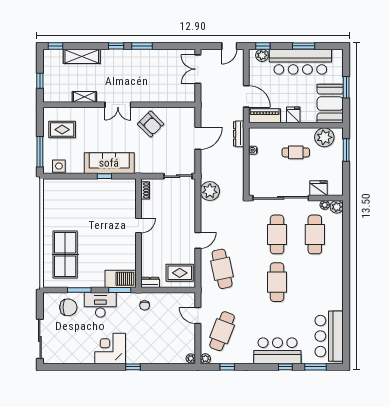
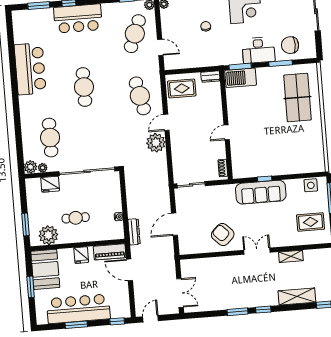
plant: (262, 55) -> (117, 312), removed
plant: (210, 191) -> (156, 143), moved
cafe table: (277, 234) -> (88, 135), removed
chair: (145, 305) -> (206, 26), moved
bar counter: (329, 336) -> (30, 69), moved

